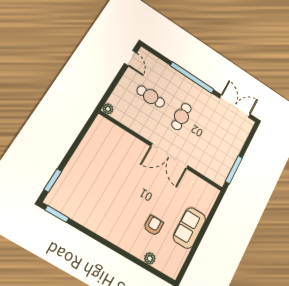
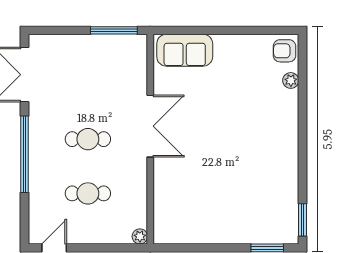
cafe table: (151, 97) -> (88, 193), turned 90
armchair: (153, 226) -> (284, 51), moved
sofa: (190, 228) -> (185, 50), moved

